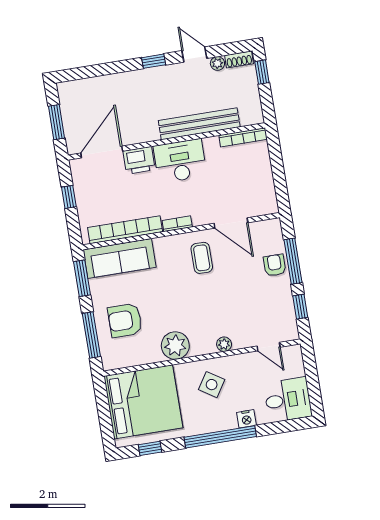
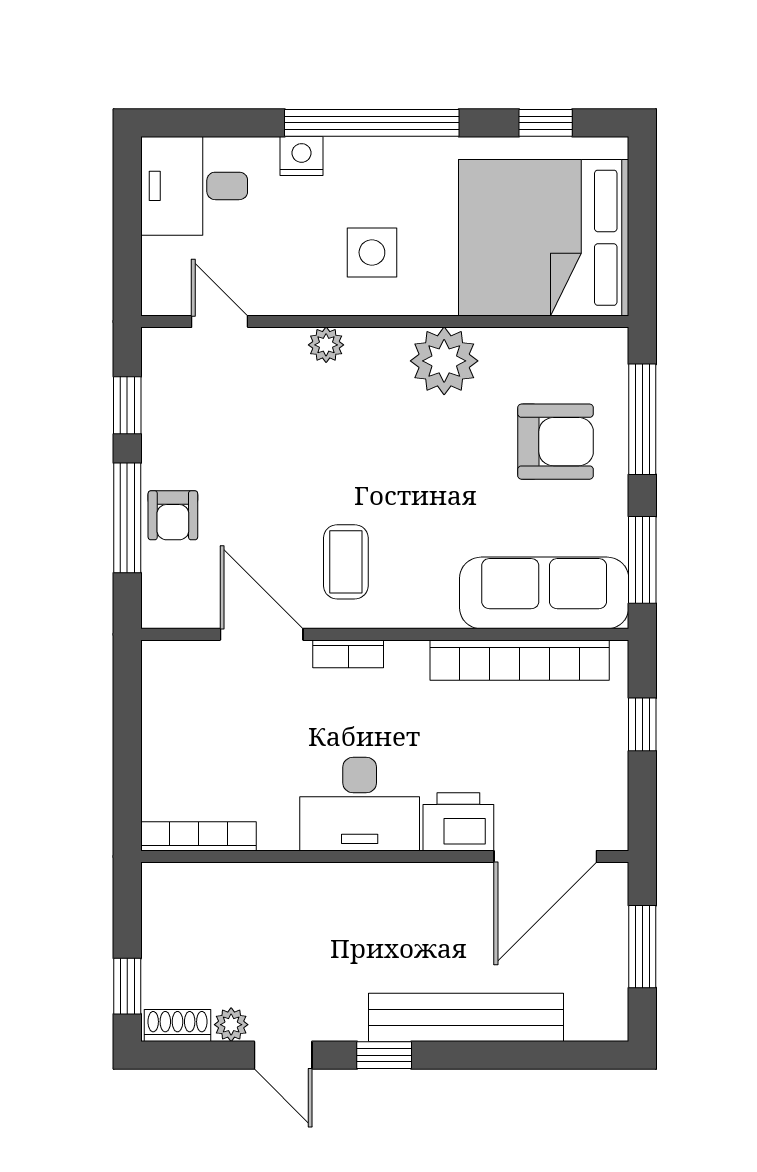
bench: (199, 124) -> (466, 1017), moved
window: (69, 197) -> (642, 724), moved
bookcase: (177, 224) -> (348, 654), moved
side table: (212, 385) -> (372, 252), turned -33

